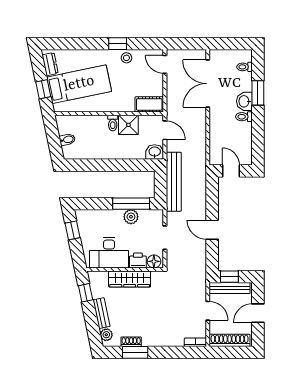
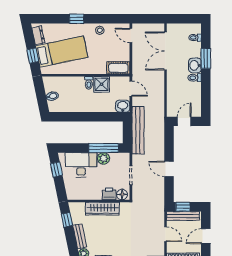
window: (118, 44) -> (77, 19), moved
door: (231, 171) -> (184, 121), hinge flipped
desk: (109, 253) -> (81, 165), moved, turned 180

